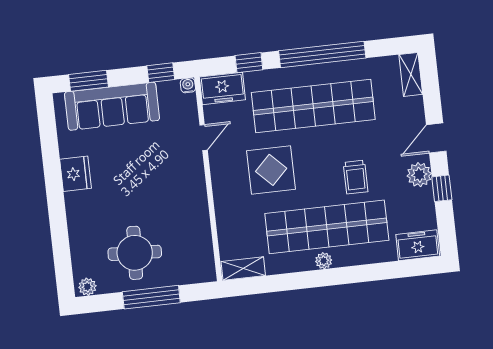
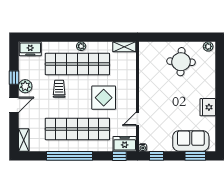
window: (249, 63) -> (119, 156), moved
sofa: (112, 106) -> (191, 141), width x0.73
window: (151, 297) -> (175, 37), removed

